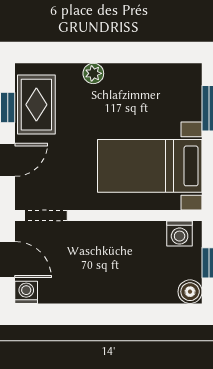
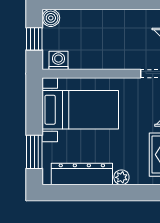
dresser: (148, 78) -> (82, 174), added

